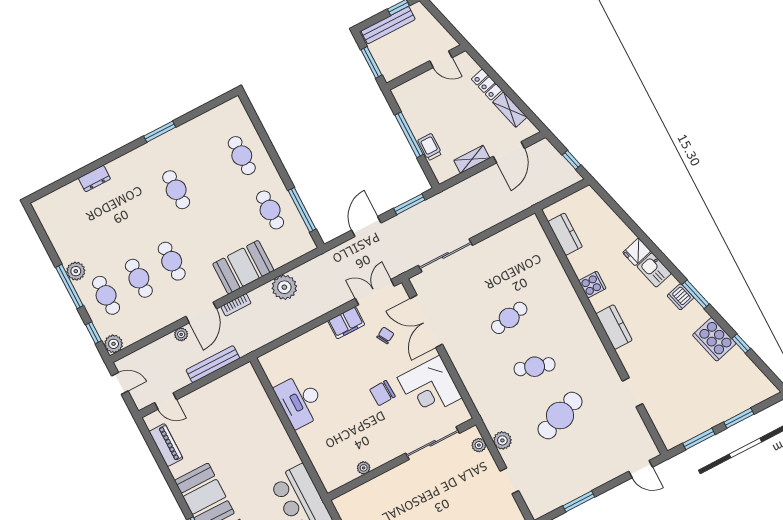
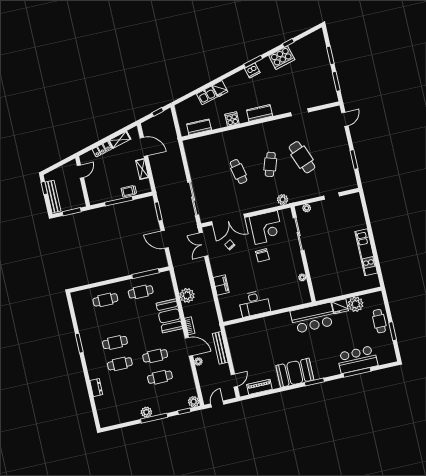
kitchen sink: (654, 270) -> (207, 95), moved
cafe table: (106, 295) -> (120, 364), moved
filing cabinet: (346, 323) -> (221, 285), moved
plant: (502, 440) -> (283, 200), moved

